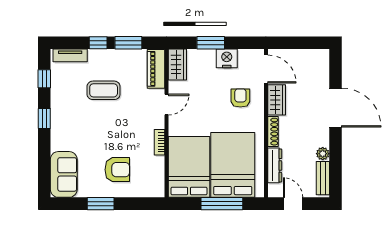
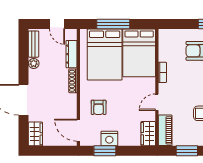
window: (211, 43) -> (105, 151), moved
wardrobe: (277, 100) -> (35, 134), moved, turned 180

